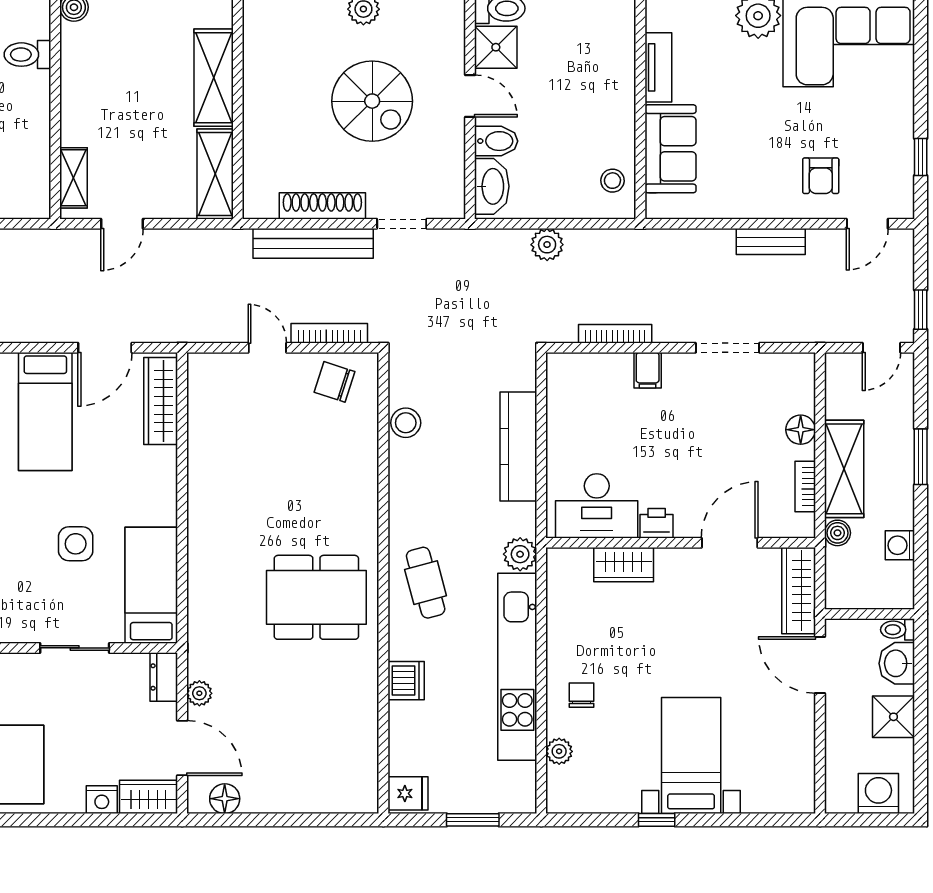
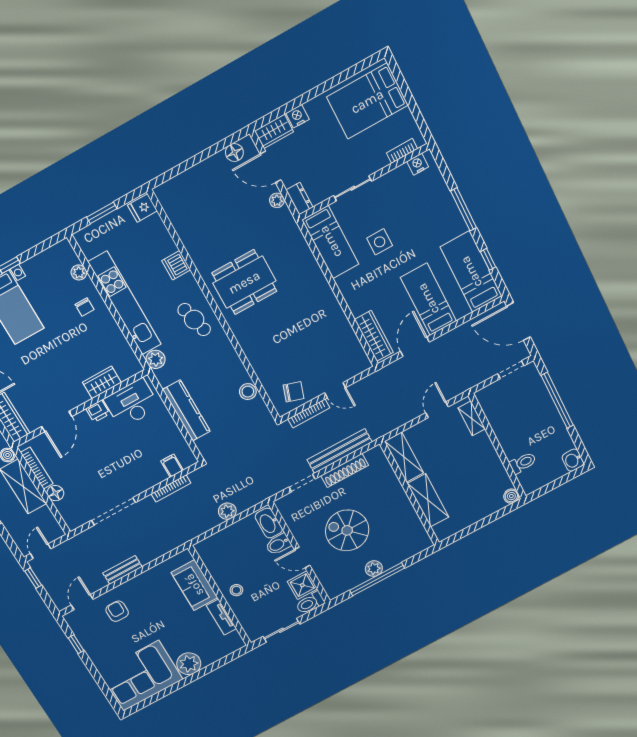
stool: (612, 181) -> (236, 590), moved
doorway: (727, 348) -> (114, 511), width x1.36
filing cabinet: (648, 370) -> (172, 466), moved
bookcase: (805, 486) -> (37, 468), width x1.56

